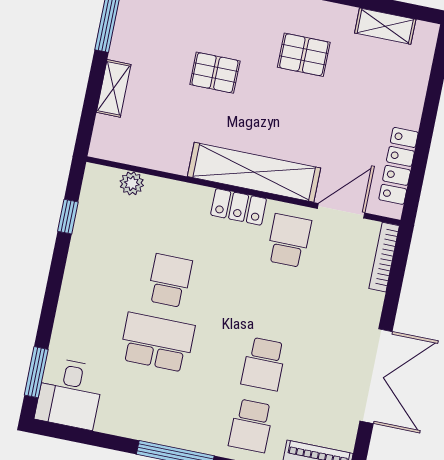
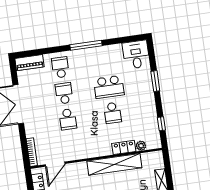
shelving: (254, 172) -> (114, 164), moved
locker: (239, 207) -> (124, 147), moved
school desk: (289, 241) -> (68, 119), moved
window: (36, 372) -> (155, 81), moved

